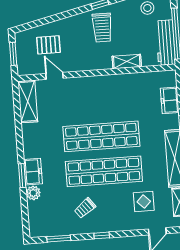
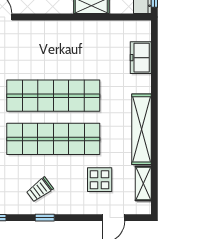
trolley: (85, 208) -> (40, 190), moved

